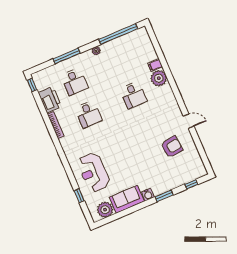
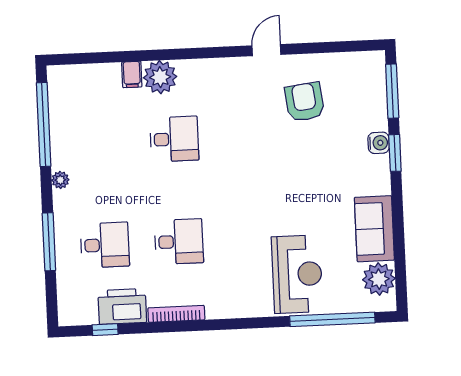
window: (32, 85) -> (105, 330), moved
reception desk: (94, 172) -> (297, 274), turned -90
window: (191, 184) -> (392, 91), width x2.17
water cooler: (148, 195) -> (379, 143), moved
window: (79, 196) -> (332, 319), width x3.17

